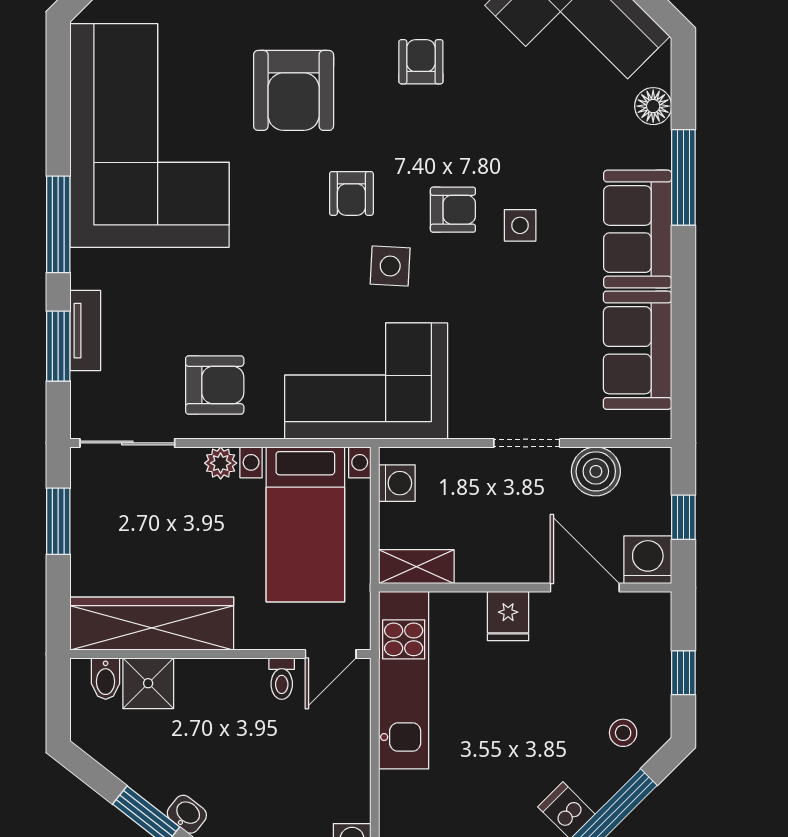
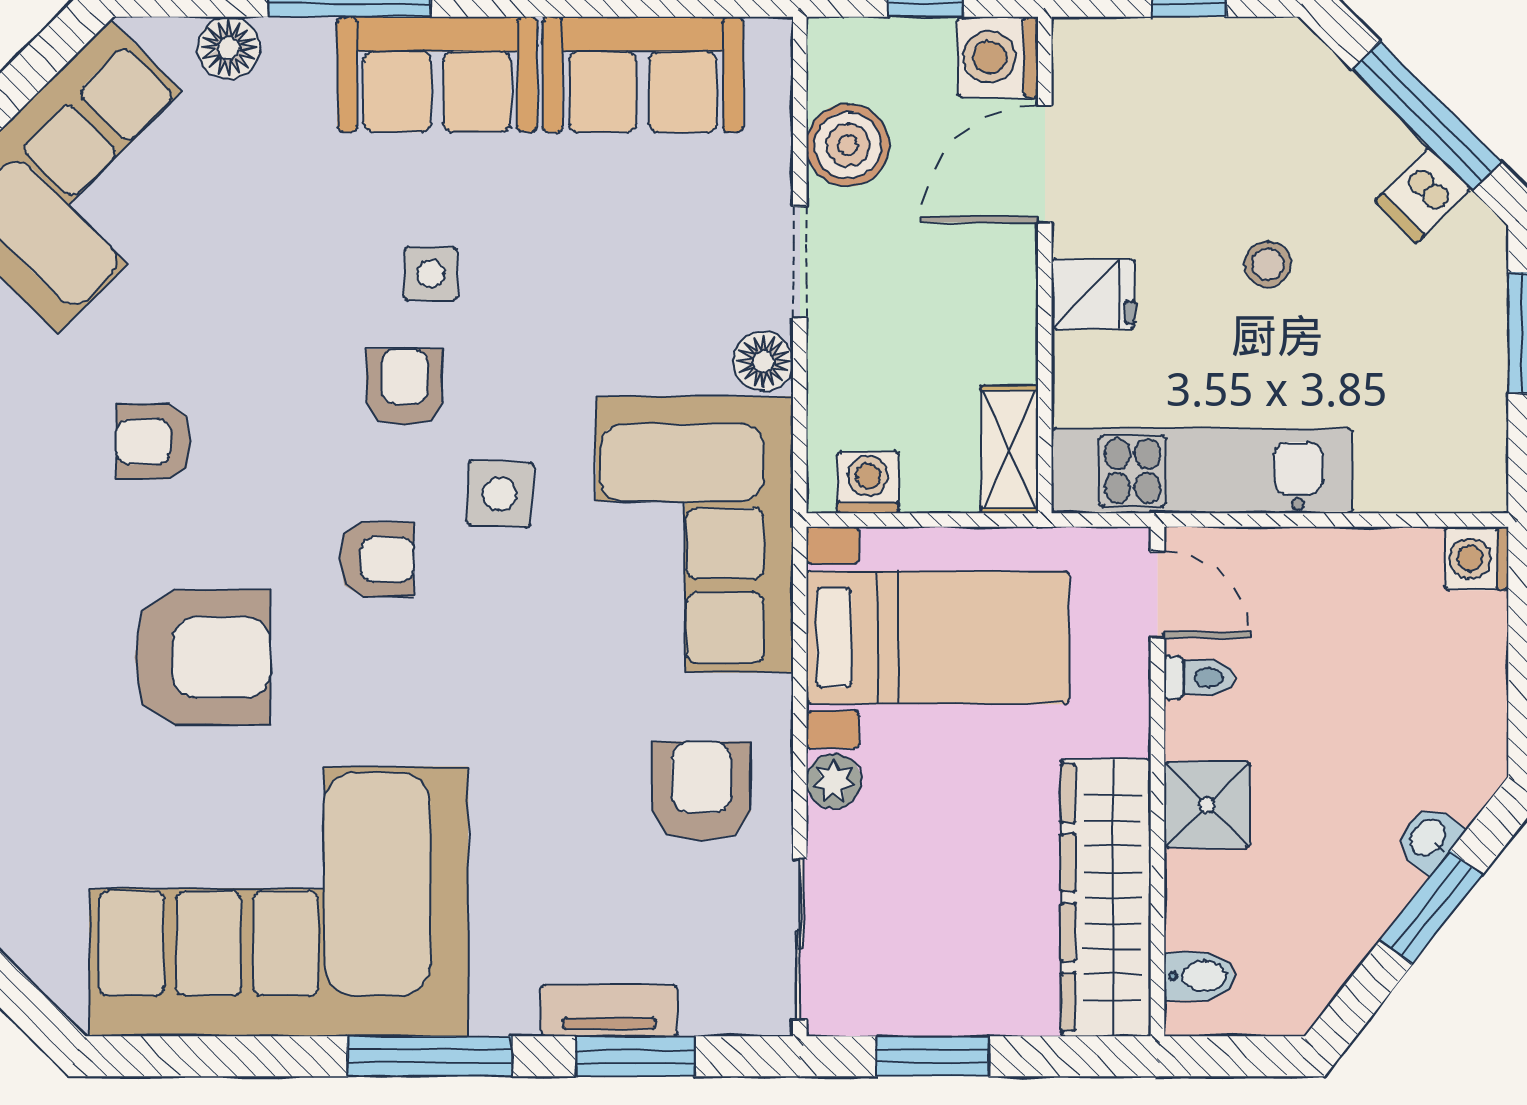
floor lamp: (468, 422) -> (763, 361), added
shower: (148, 683) -> (1207, 805), moved
stool: (623, 733) -> (1268, 264), moved

